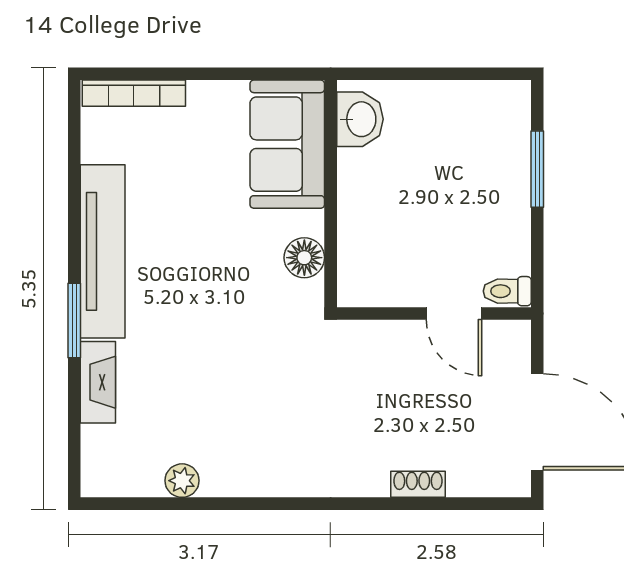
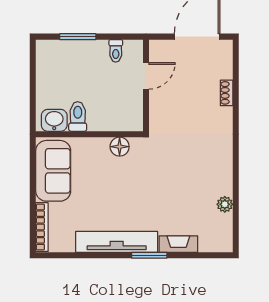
sofa: (287, 144) -> (53, 171), moved, turned -90
toilet: (368, 169) -> (78, 116), added
toilet: (507, 291) -> (116, 51), moved

